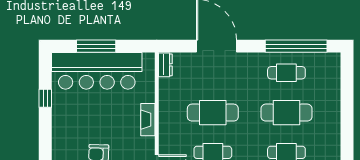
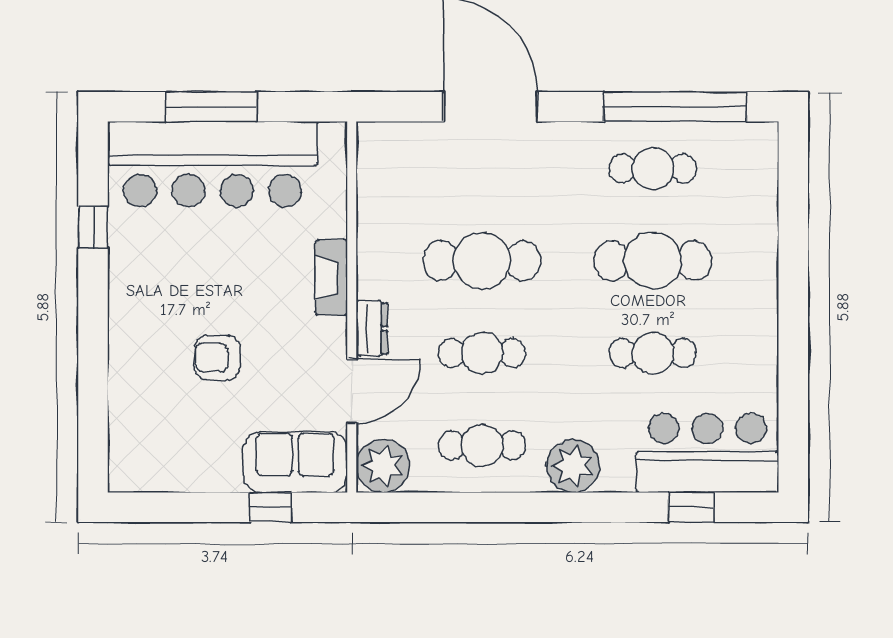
dresser: (165, 65) -> (372, 328), moved

